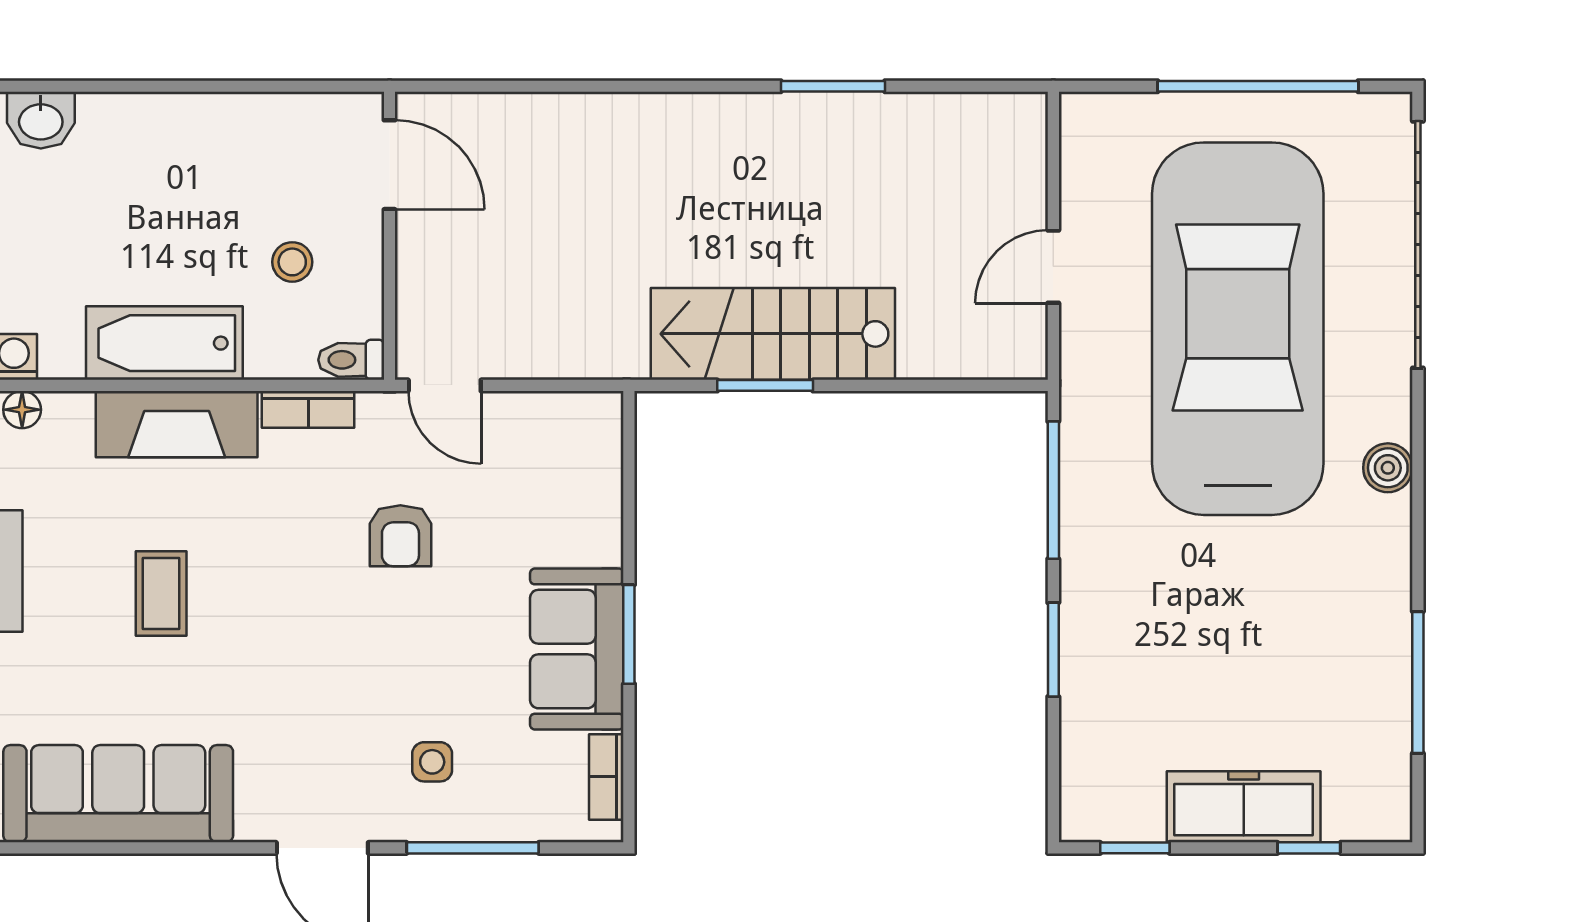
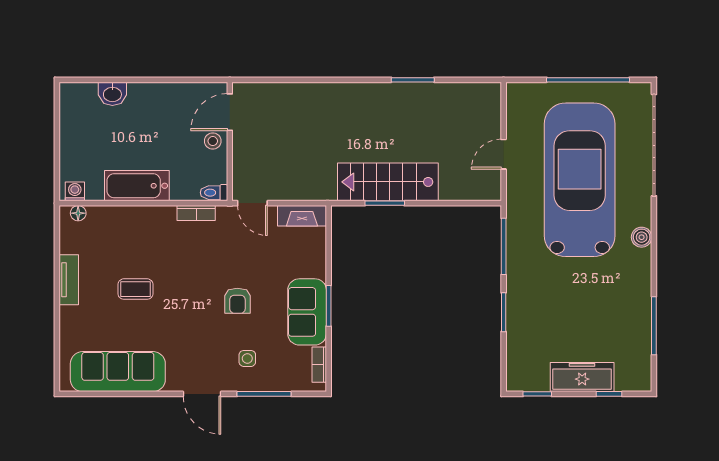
washbasin: (41, 120) -> (112, 94), moved
door: (390, 165) -> (230, 112), swing flipped
stool: (292, 262) -> (213, 141), moved
fireplace: (177, 424) -> (302, 216), moved, width x0.73, depth x0.76
armchair: (400, 536) -> (237, 301), moved
coffee table: (161, 594) -> (135, 289), turned 90

